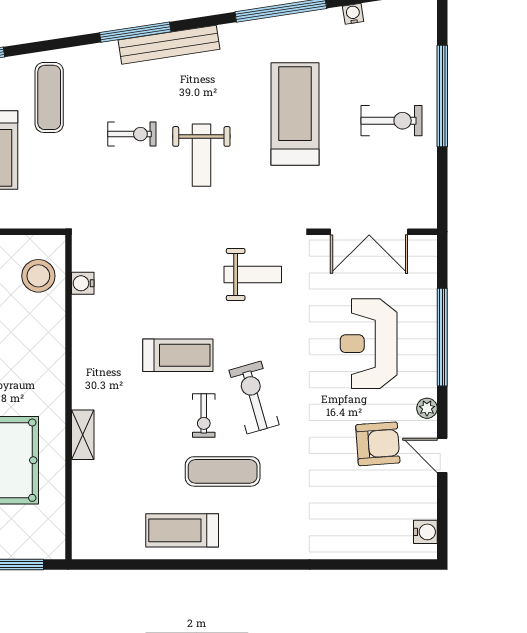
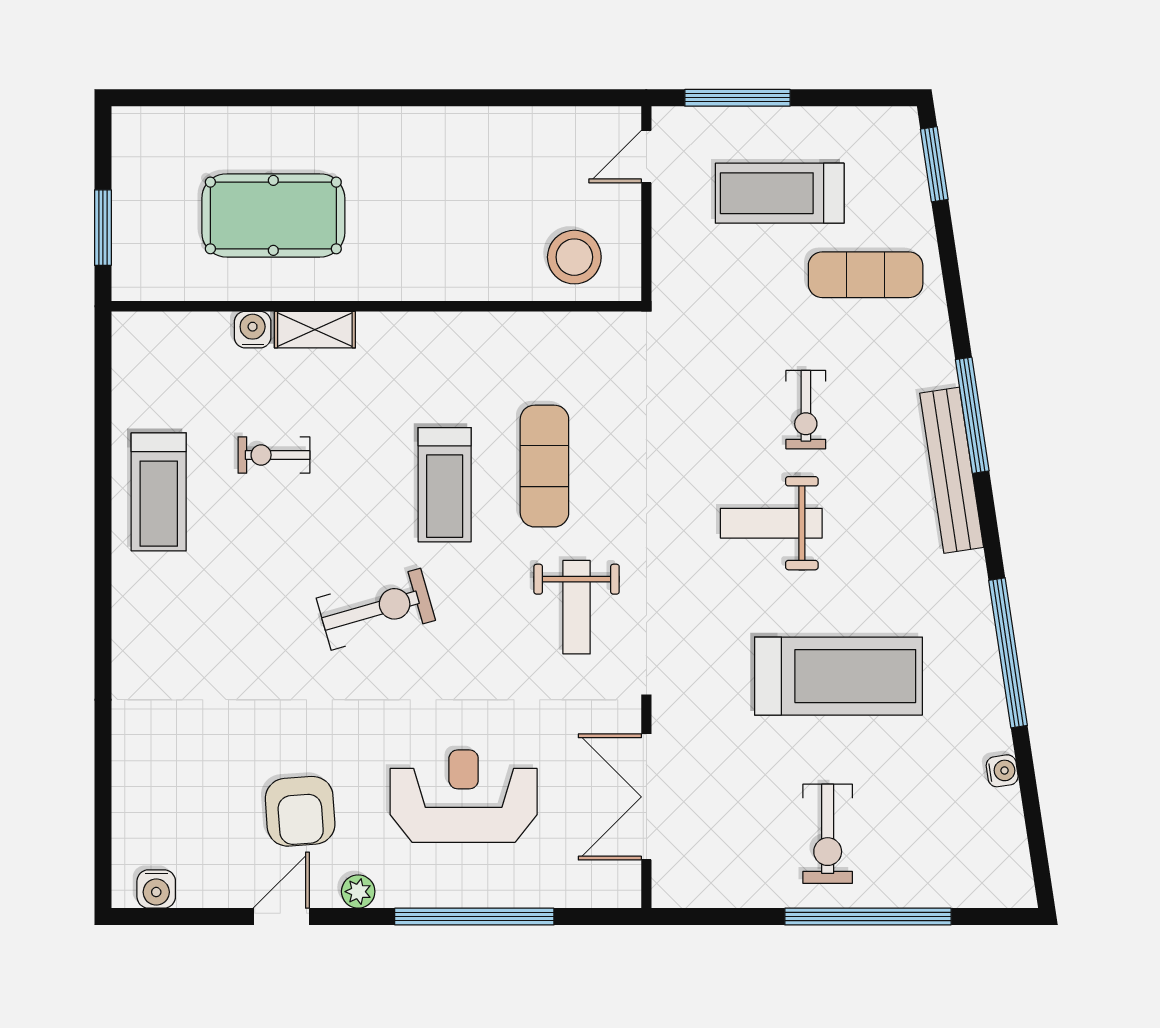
water cooler: (83, 283) -> (253, 330), moved
exercise bike: (204, 415) -> (274, 455), moved
exercise mat: (223, 471) -> (544, 466), moved
treadmill: (182, 530) -> (159, 492), turned 180

